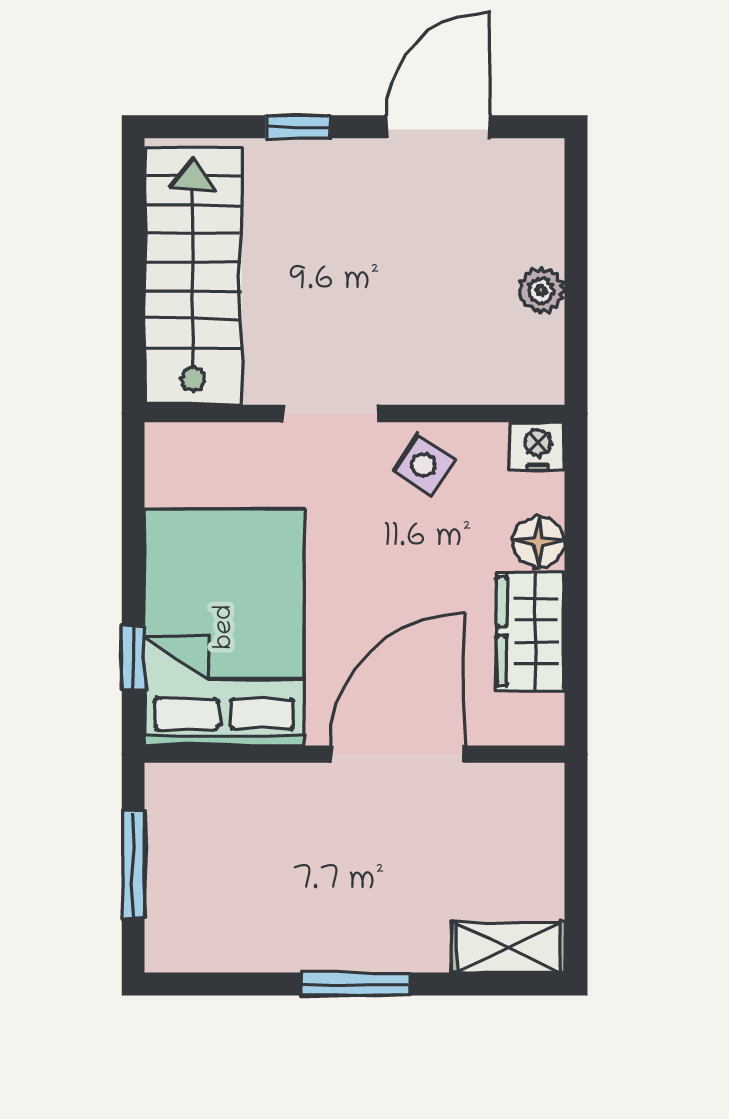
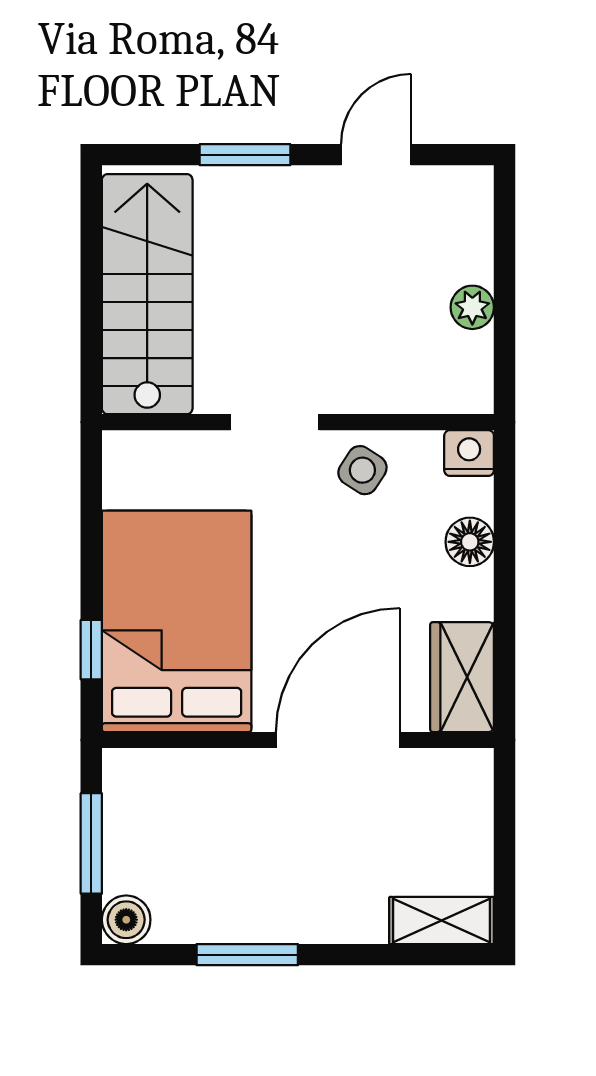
window: (298, 127) -> (245, 155), width x1.50
door: (438, 127) -> (376, 155), width x0.73
wardrobe: (530, 631) -> (462, 677), moved
boiler: (170, 947) -> (126, 920), added
window: (356, 984) -> (247, 955), moved

